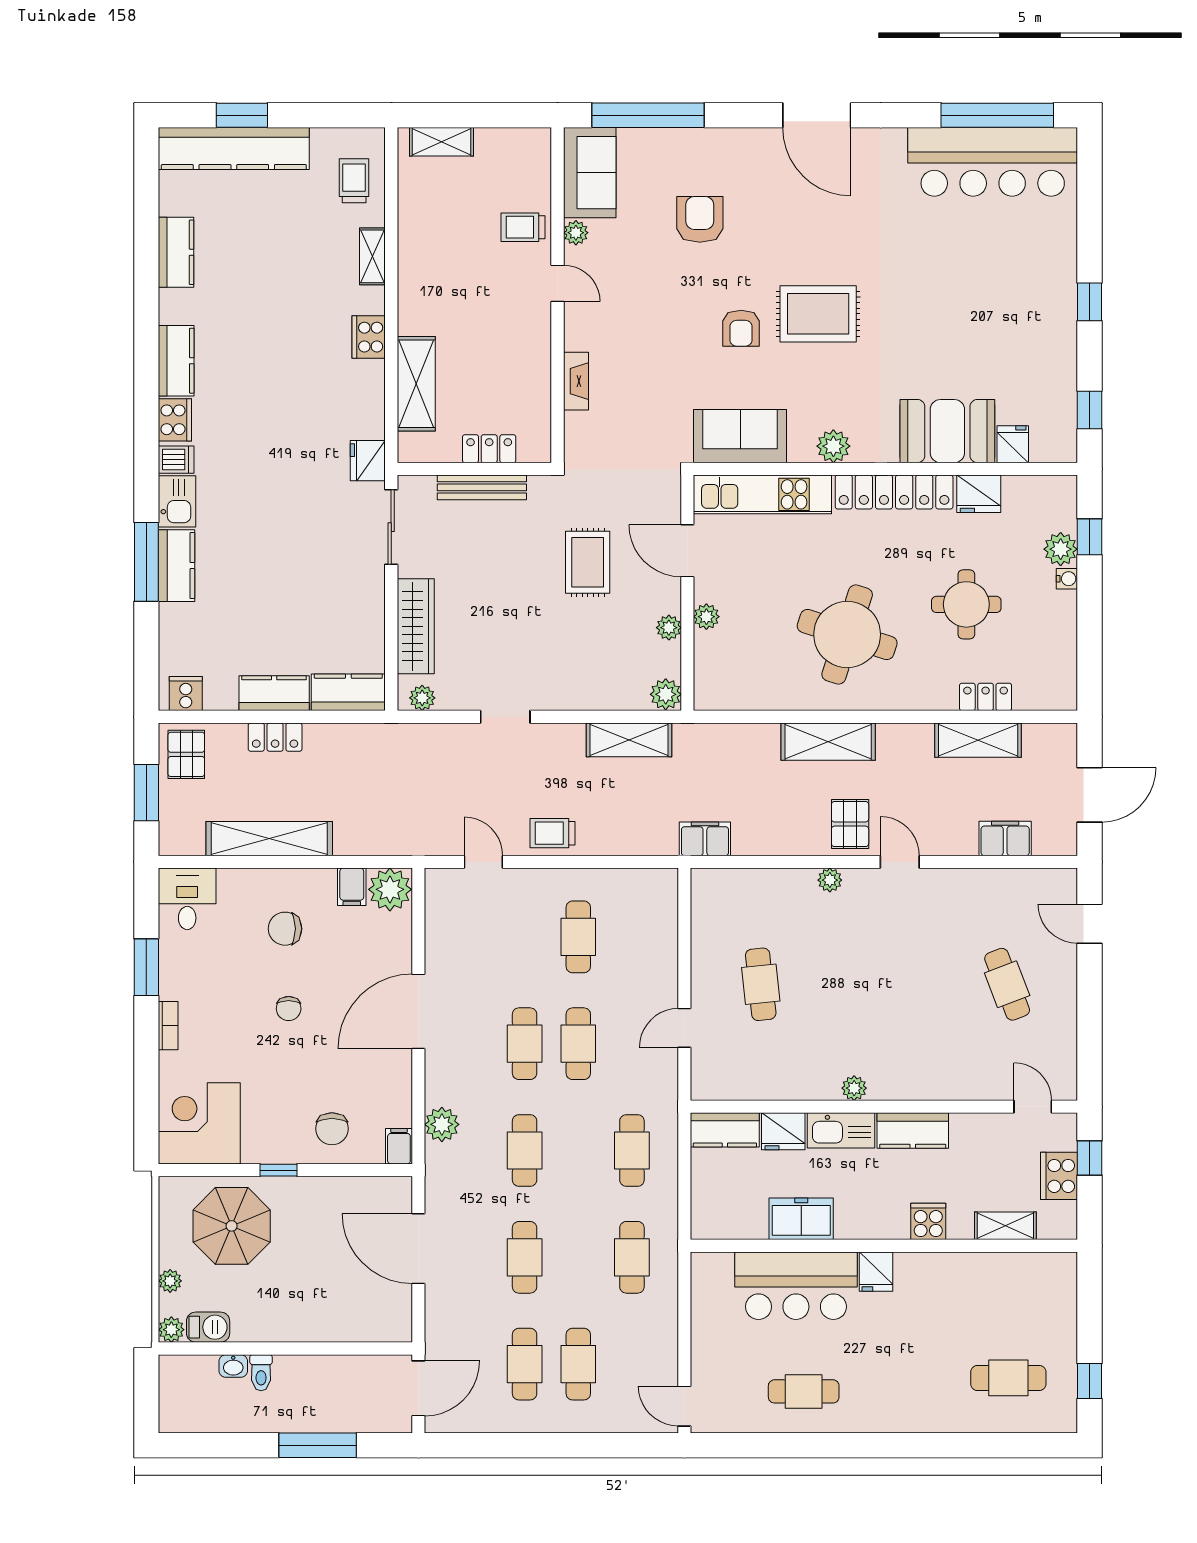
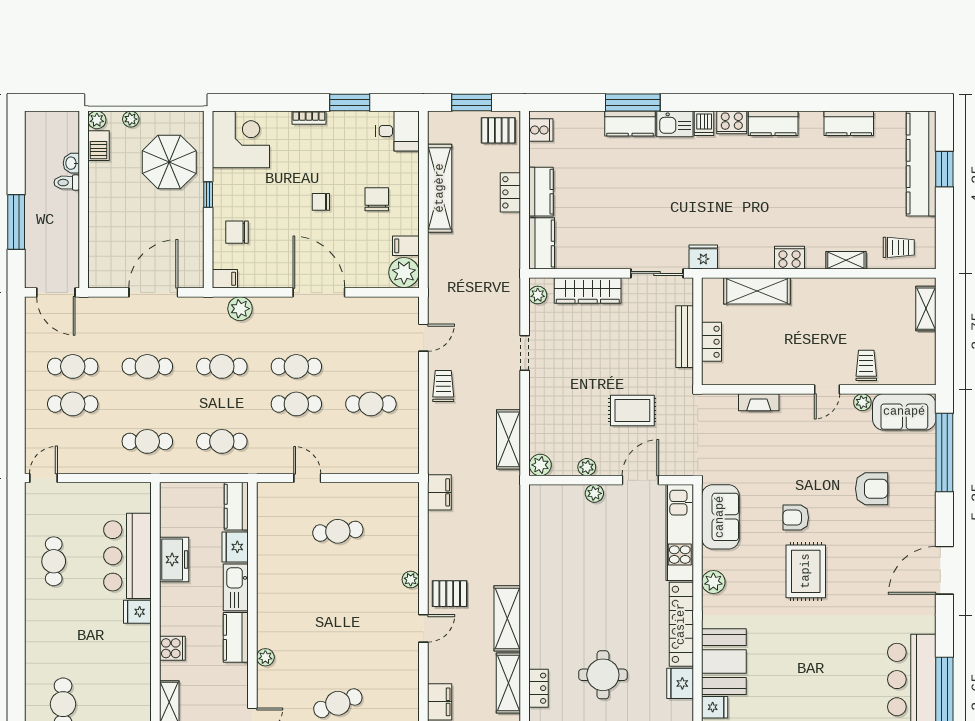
round table: (847, 635) -> (582, 592), removed
shelving: (828, 742) -> (507, 618), moved
plant: (854, 1088) -> (265, 657), moved

